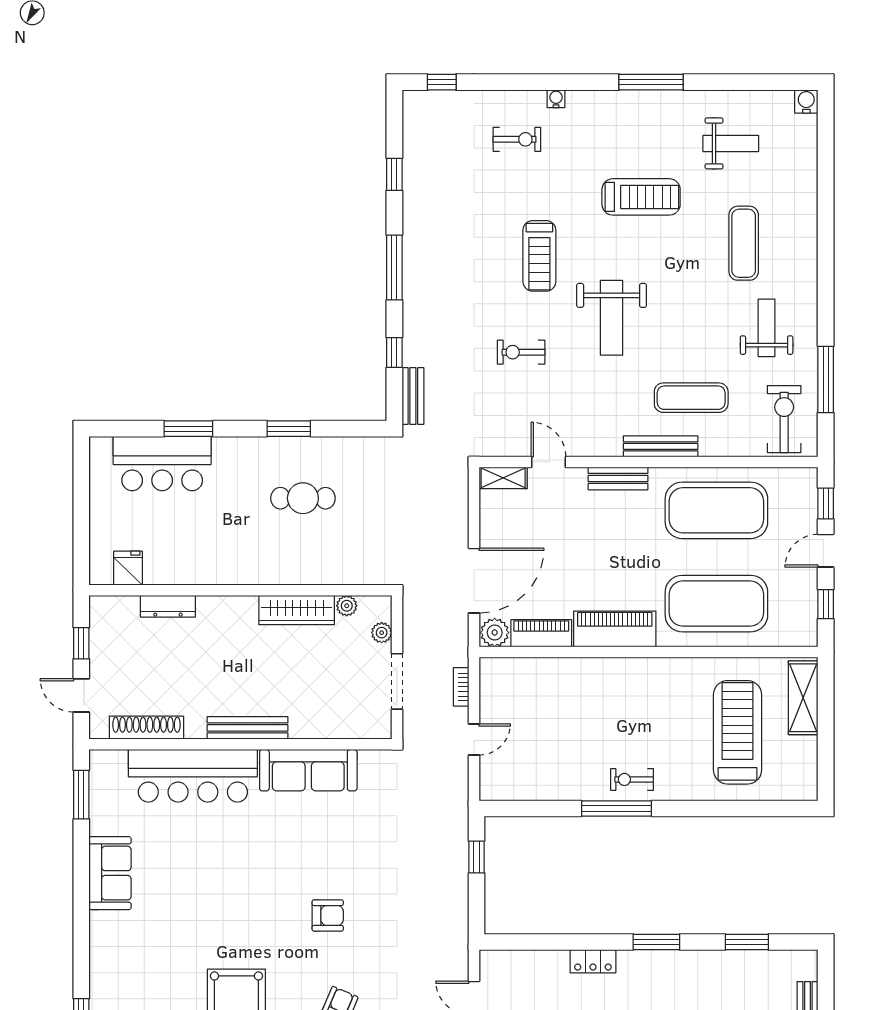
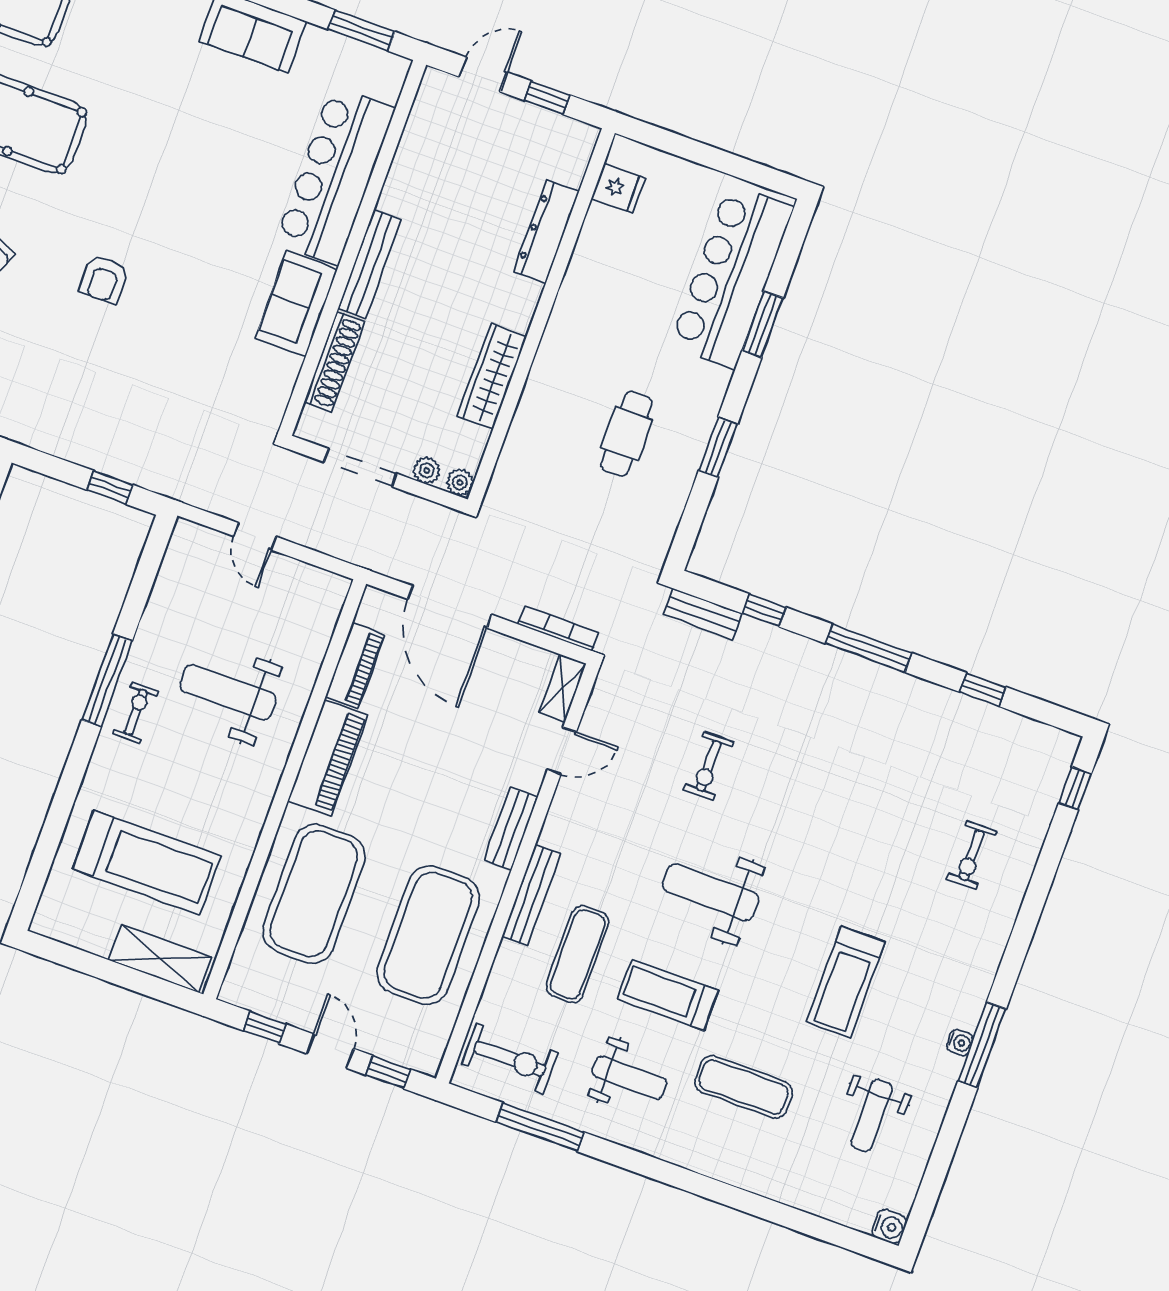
water cooler: (556, 99) -> (960, 1042), moved
treadmill: (539, 256) -> (668, 995), moved
exercise bike: (521, 352) -> (709, 766), turned 180
bar counter: (162, 463) -> (731, 277), width x1.36
dresser: (168, 606) -> (546, 232), width x1.37, depth x1.24
plant: (347, 606) -> (460, 482), moved
plant: (495, 633) -> (377, 609), removed
bookcase: (461, 687) -> (558, 628), moved, width x1.56
weight bench: (593, 718) -> (228, 692), added
shoe rack: (146, 728) -> (334, 362), moved
sofa: (308, 770) -> (296, 304), width x0.73

